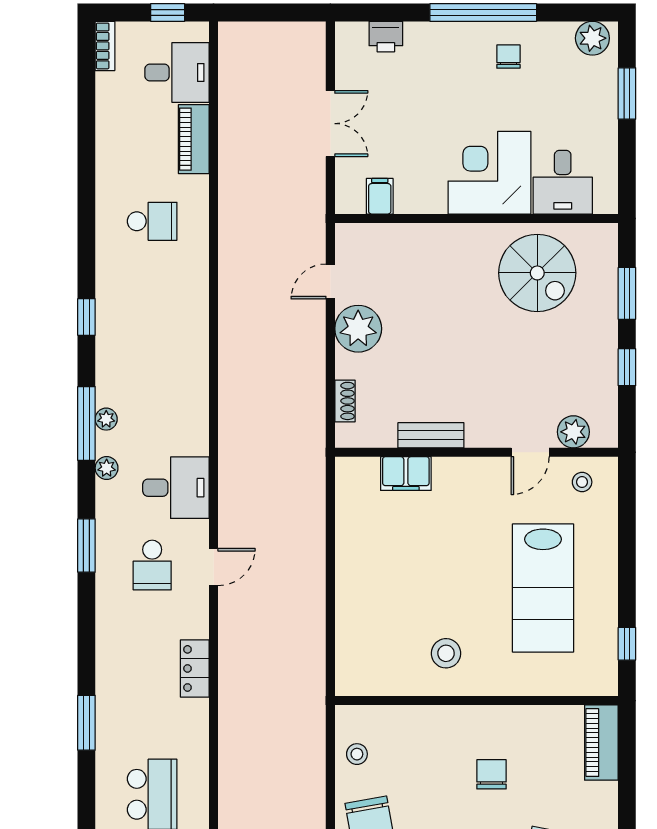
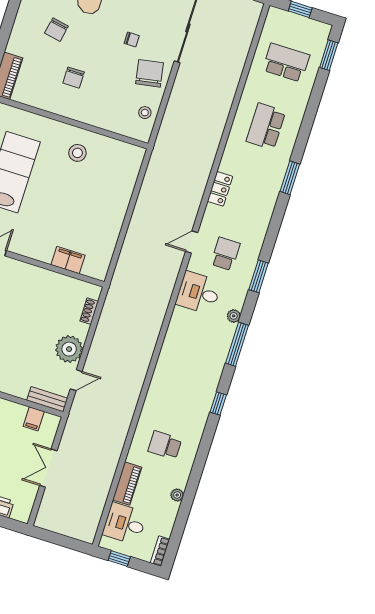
plant: (106, 419) -> (177, 495), moved
bench: (431, 435) -> (47, 399), moved

